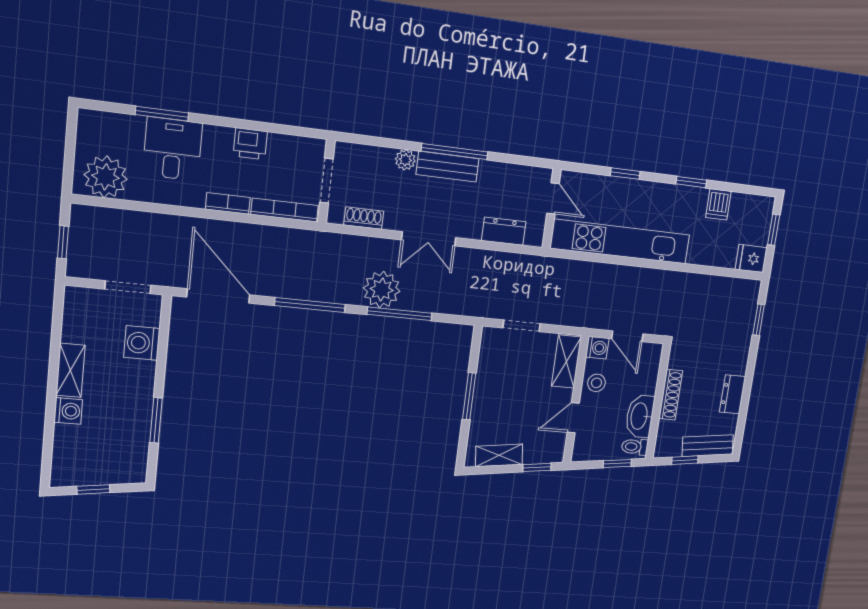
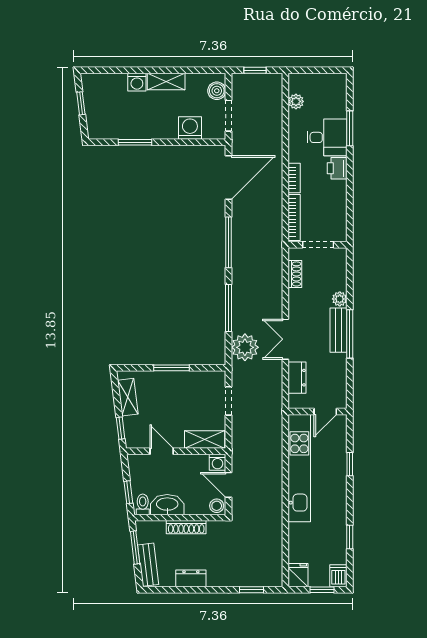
printer: (250, 144) -> (337, 168), moved
plant: (106, 177) -> (296, 101), width x0.53, depth x0.53
window: (691, 182) -> (350, 537), moved
dishwasher: (718, 204) -> (338, 576), moved, turned 90
double door: (429, 239) -> (285, 339), moved
plant: (382, 290) -> (245, 347), moved
boiler: (90, 300) -> (217, 91), added
door: (627, 336) -> (229, 485), hinge flipped
stool: (596, 383) -> (217, 506), moved
window: (685, 460) -> (135, 548), width x1.50

